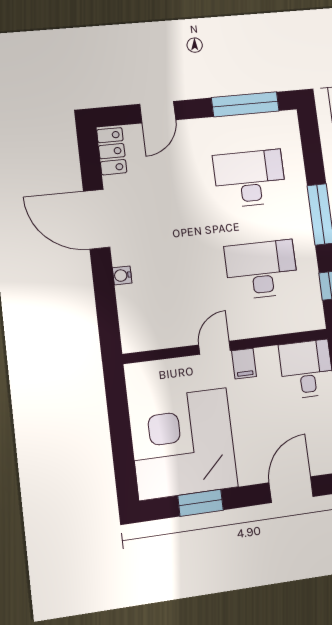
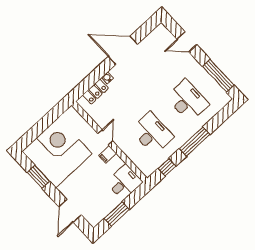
locker: (112, 151) -> (95, 92), moved
door: (97, 219) -> (123, 50), hinge flipped
door: (214, 348) -> (105, 137), hinge flipped
door: (291, 490) -> (70, 211), swing flipped

